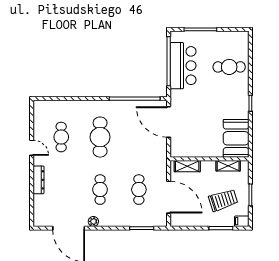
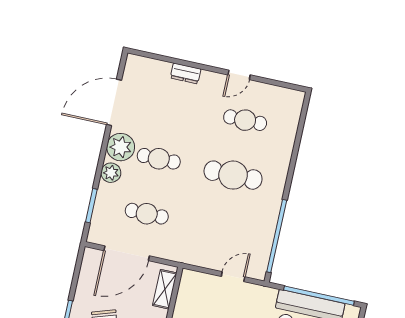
door: (169, 122) -> (233, 277), width x0.53
dresser: (38, 180) -> (186, 73), width x0.70
plant: (117, 220) -> (111, 173), added
plant: (93, 221) -> (121, 147), width x1.88, depth x1.88

